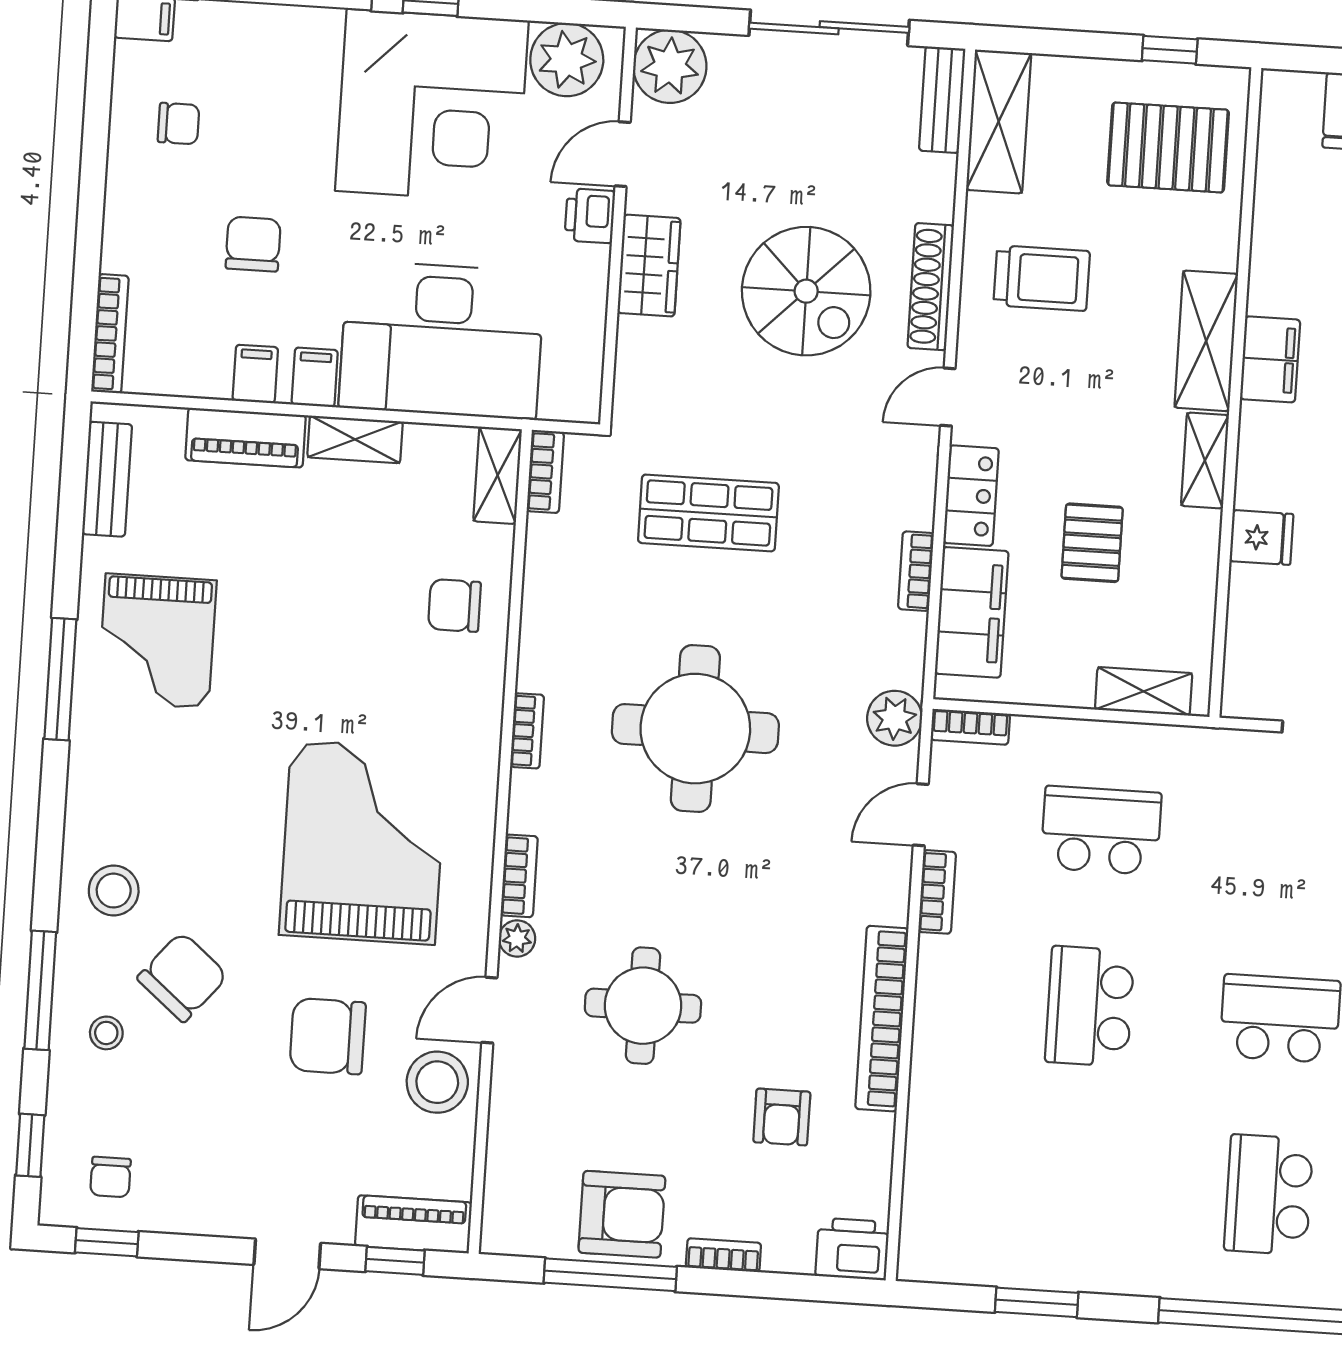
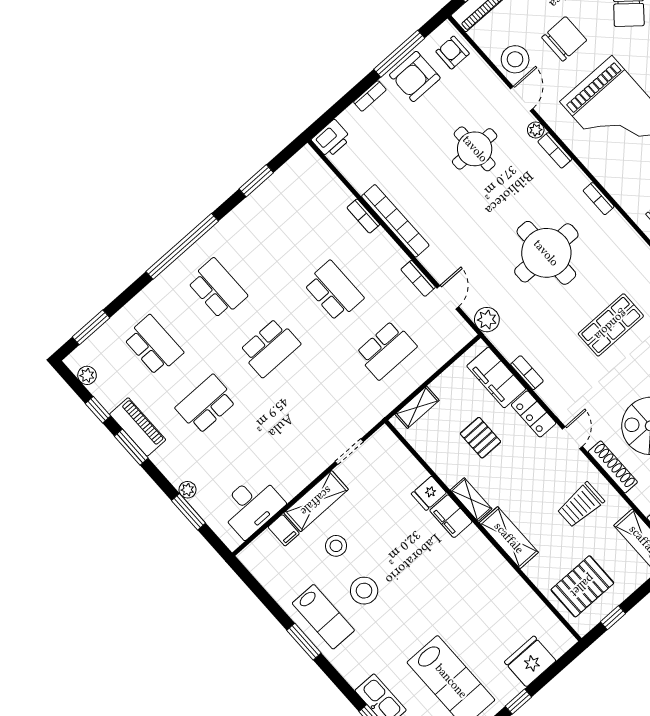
filing cabinet: (1270, 359) -> (451, 516), moved
bookcase: (970, 727) -> (363, 216), moved, turned -90
armchair: (782, 1117) -> (453, 53), moved

